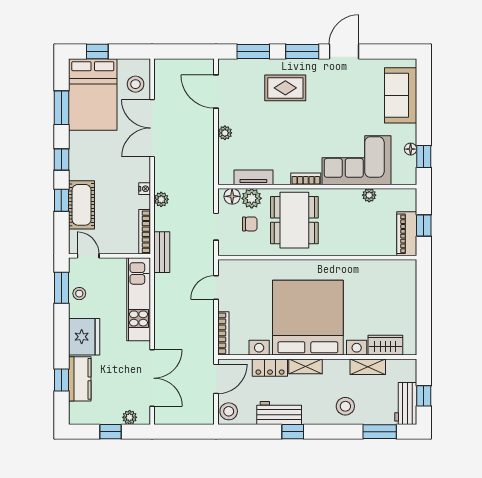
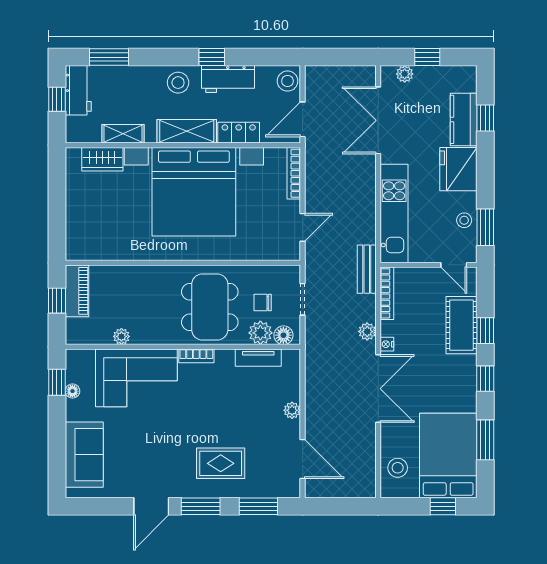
double door: (152, 128) -> (378, 389), moved
shelving: (306, 366) -> (187, 131), width x1.50, depth x1.33
stool: (345, 406) -> (178, 83), moved

